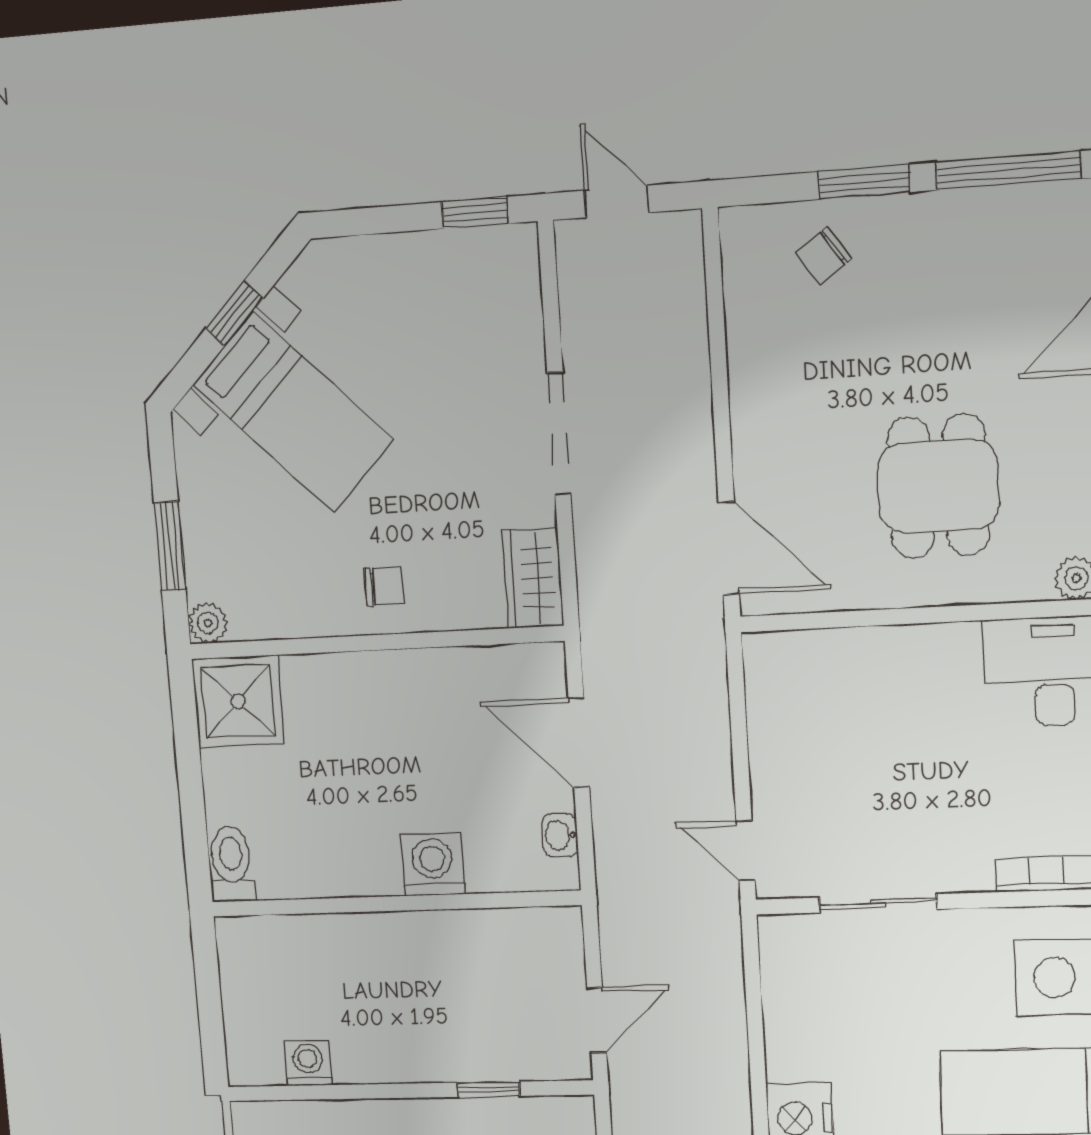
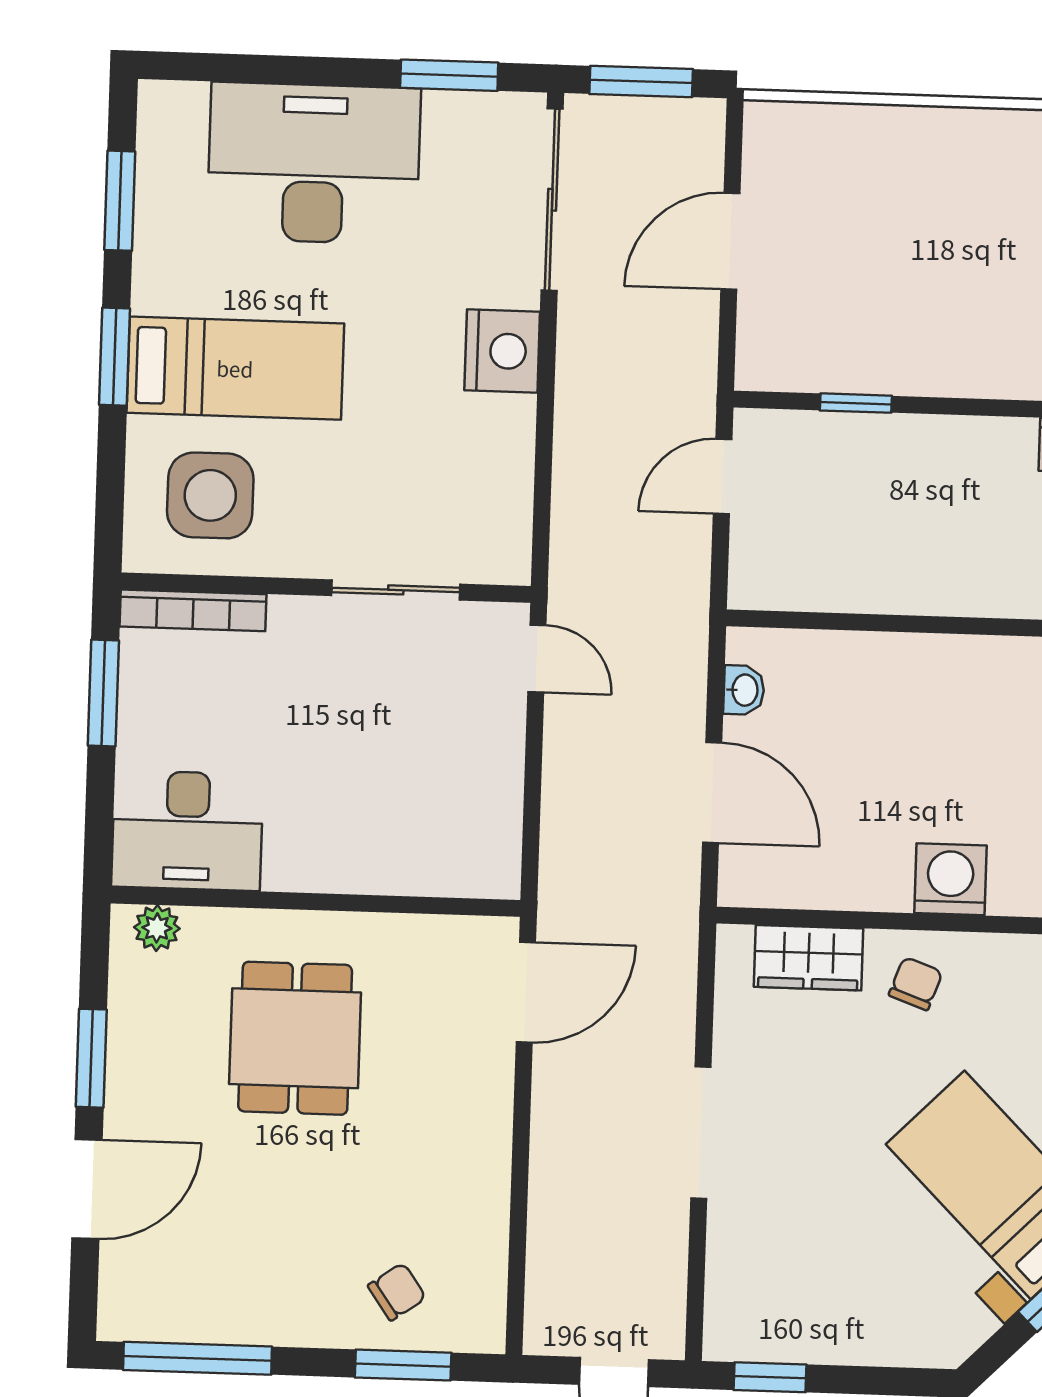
window: (864, 182) -> (403, 1365), moved
door: (729, 548) -> (526, 992), swing flipped
wardrobe: (533, 578) -> (808, 958), moved, turned 90
chair: (384, 587) -> (916, 984), turned 110
washing machine: (432, 865) -> (950, 879), moved, turned 180

